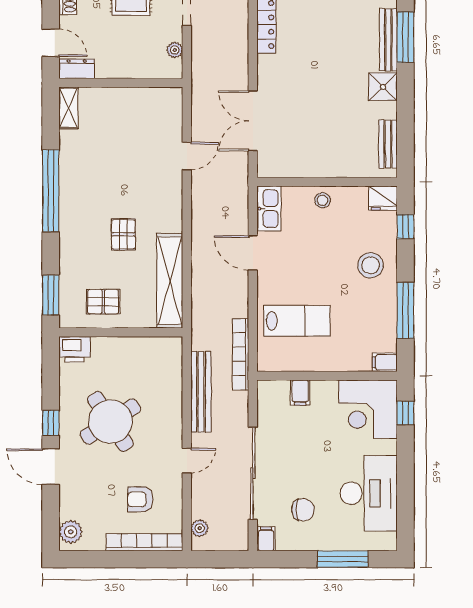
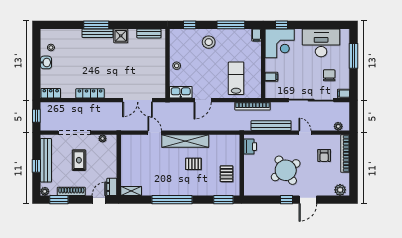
fridge: (383, 198) -> (176, 36), removed
shelving: (170, 281) -> (185, 141), moved
printer: (75, 349) -> (250, 147), moved

